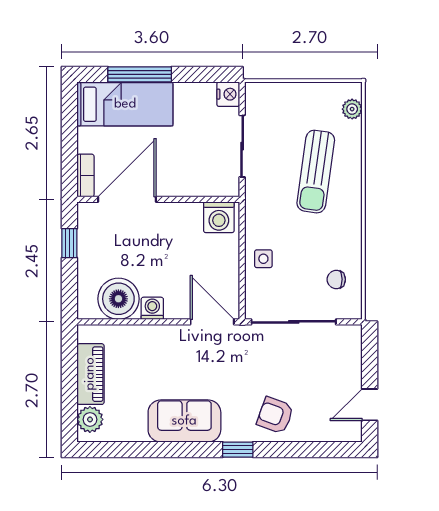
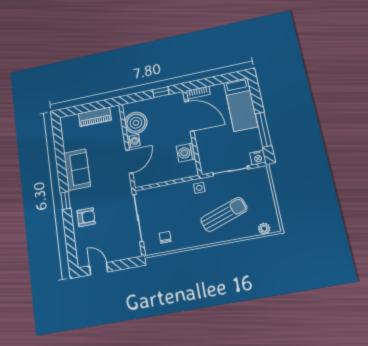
window: (140, 74) -> (263, 130), moved
sun lounger: (316, 172) -> (224, 214), turned 153
washing machine: (219, 217) -> (186, 153), moved
side table: (263, 259) -> (199, 188), moved
door: (212, 322) -> (129, 161), moved
armchair: (275, 415) -> (86, 217), turned 70
plant: (90, 419) -> (72, 122), removed

